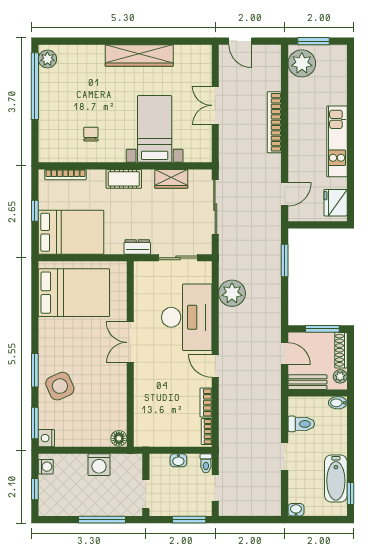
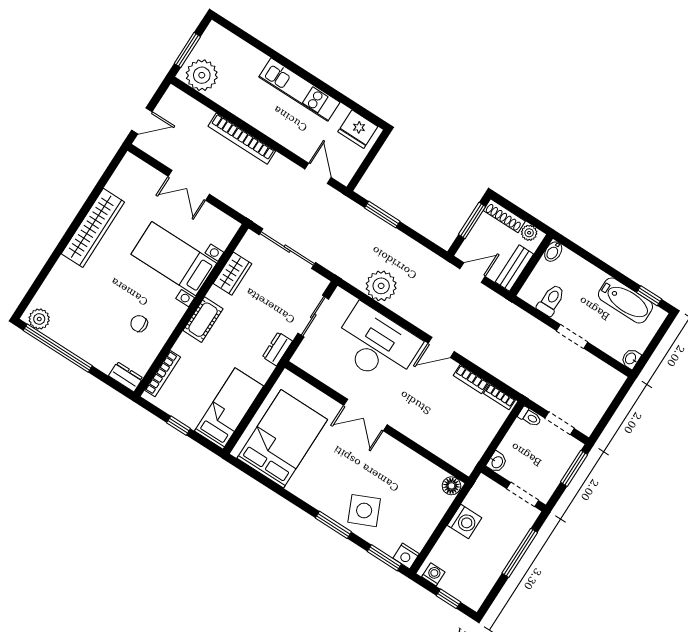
dresser: (46, 149) -> (126, 377), added
bed: (71, 232) -> (229, 409), width x0.67
washbasin: (178, 460) -> (497, 462), moved

